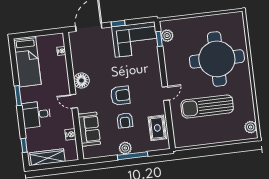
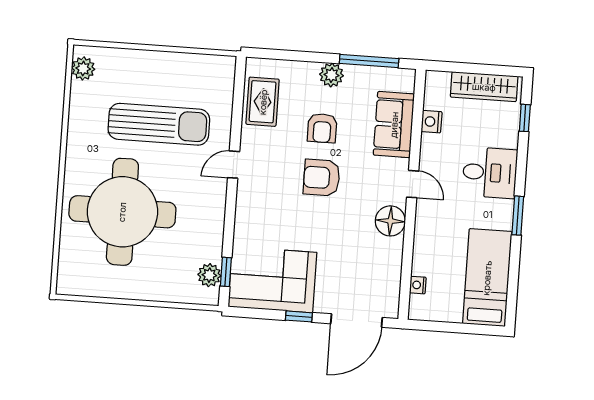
armchair: (125, 120) -> (322, 128), turned 180
window: (133, 156) -> (369, 61), moved

